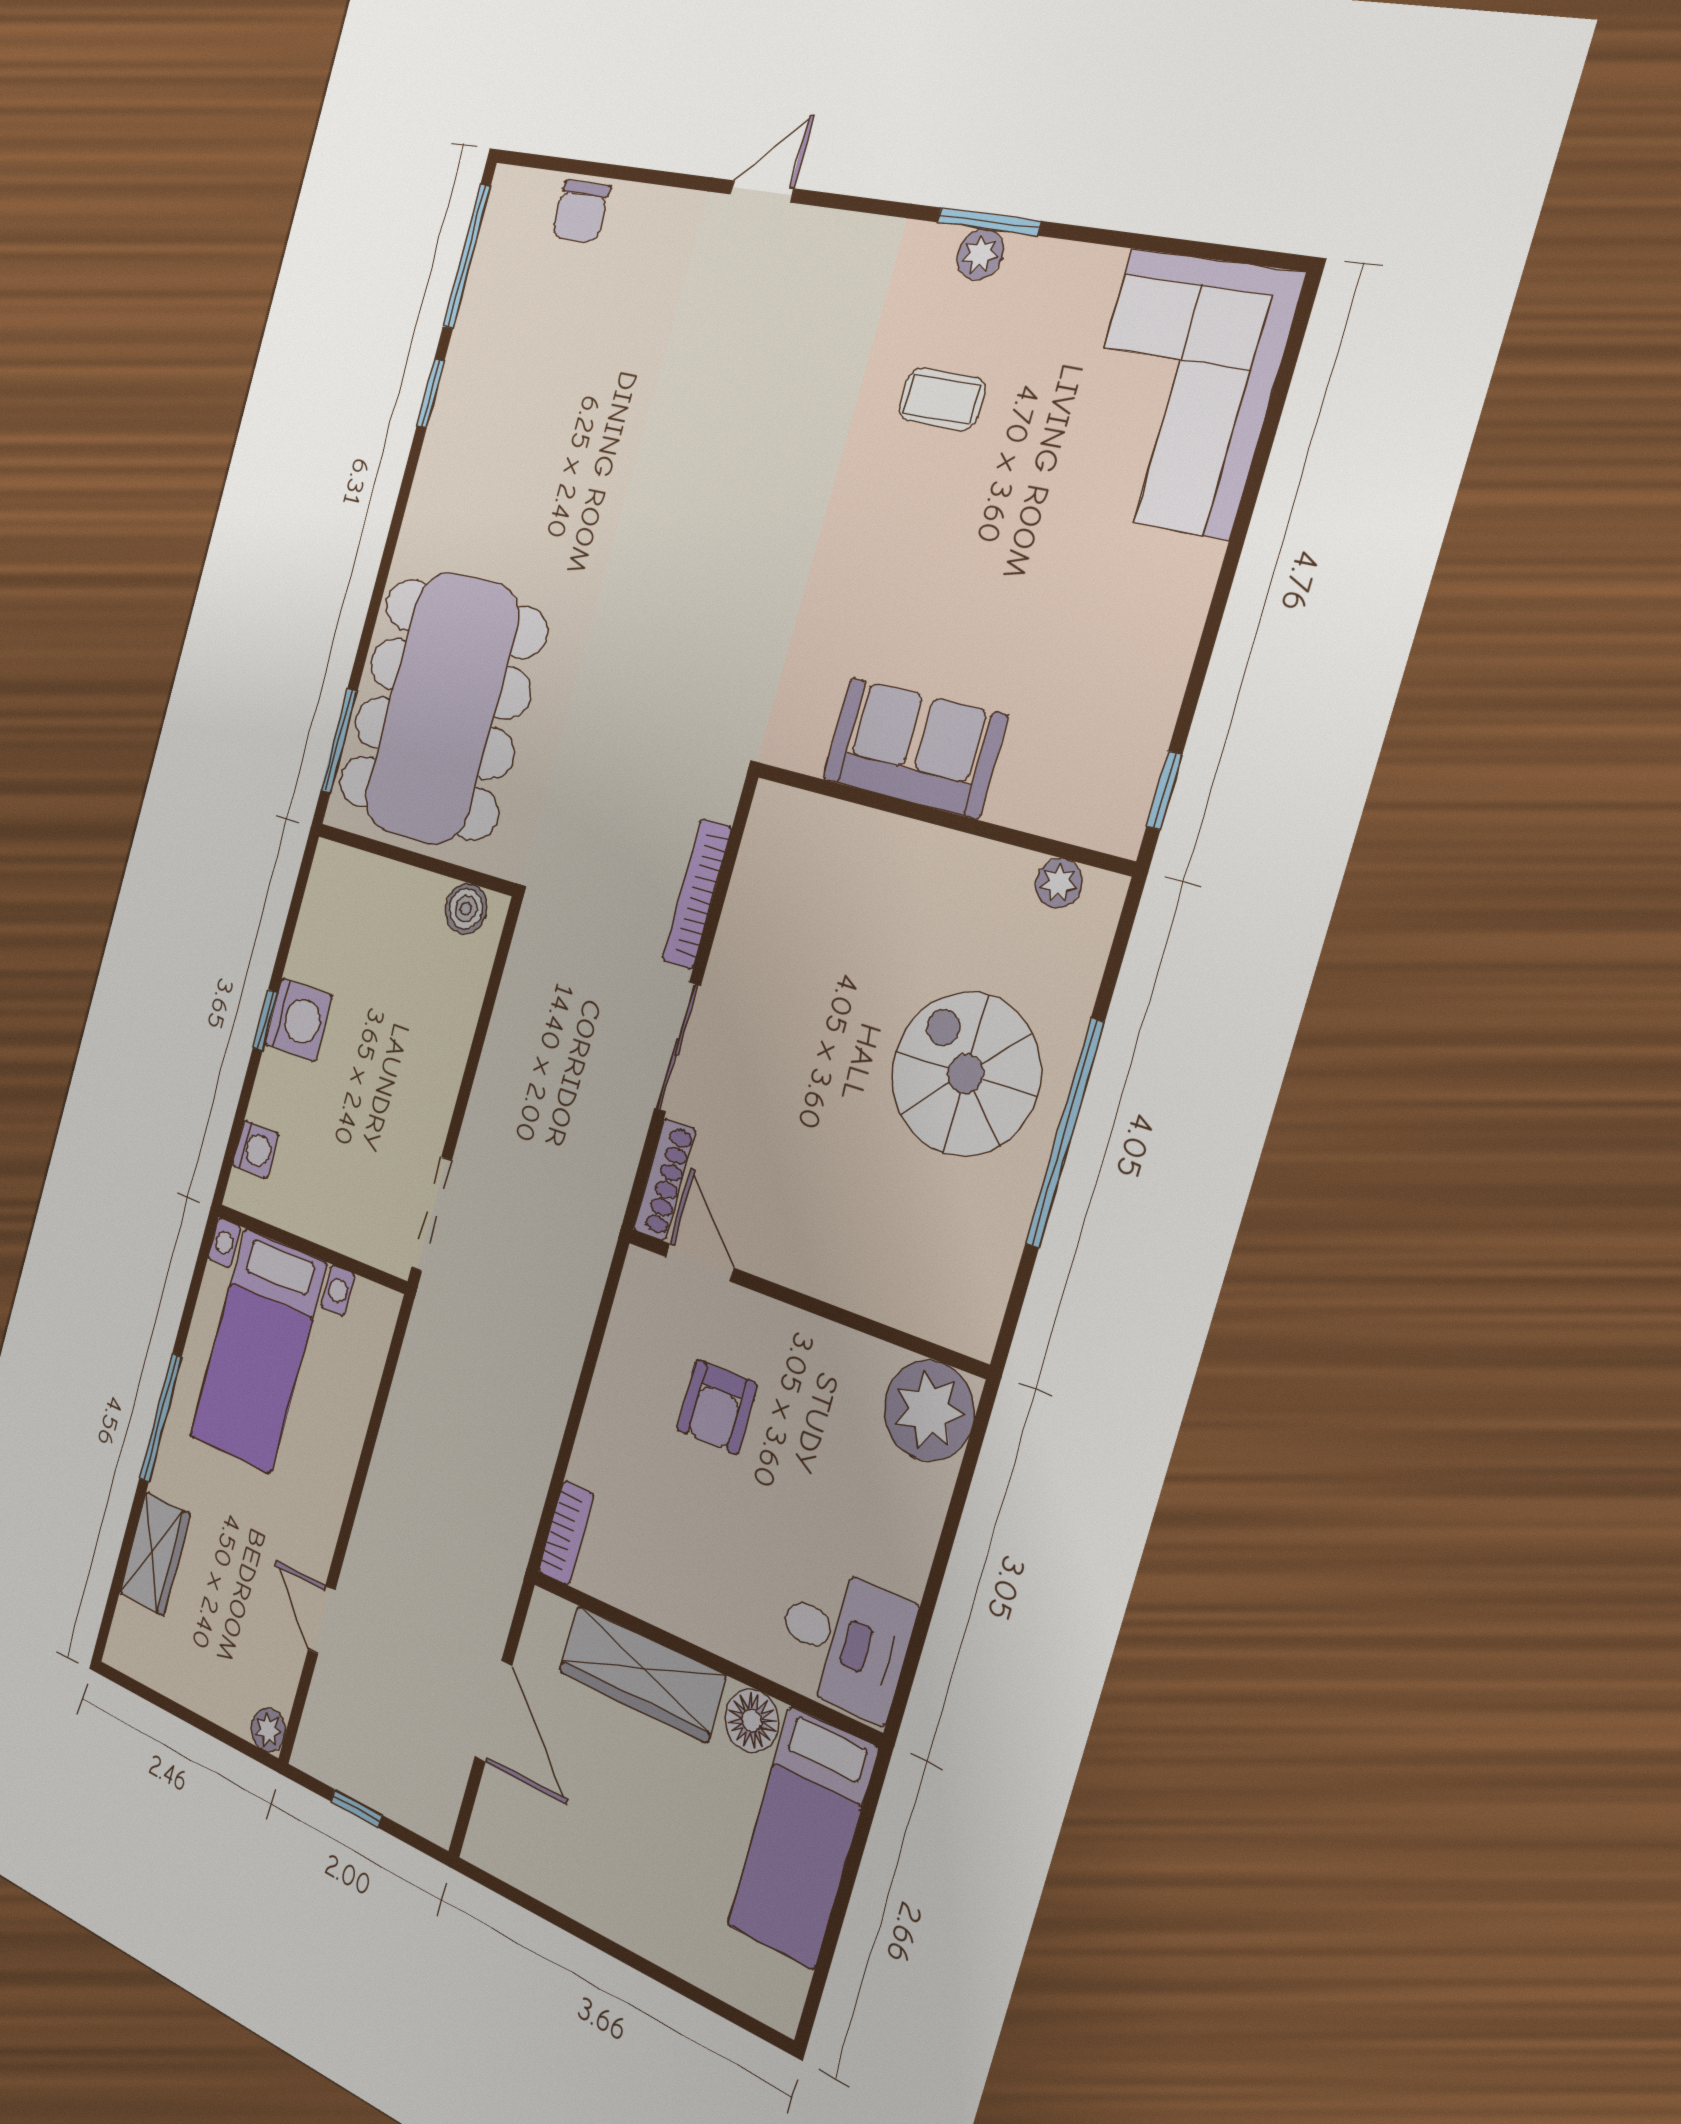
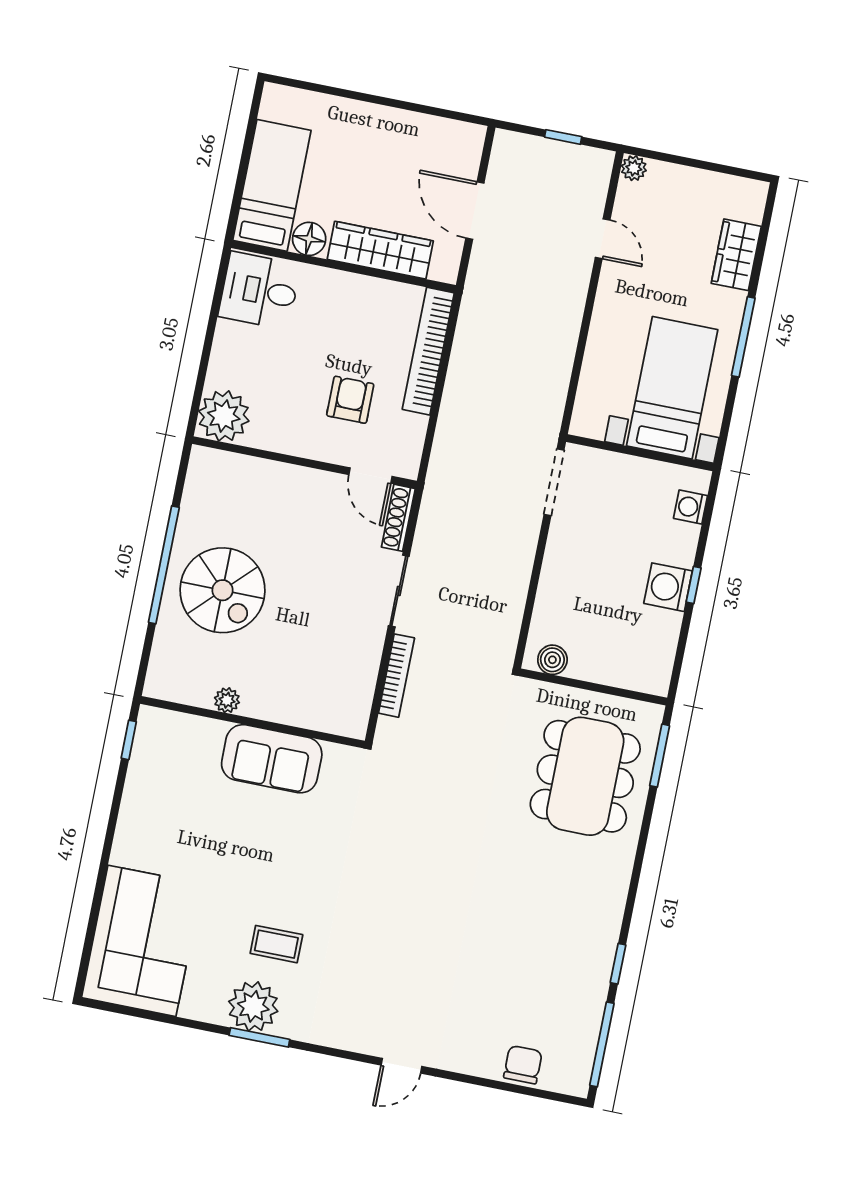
plant: (980, 254) -> (253, 1006), width x1.88, depth x1.88
dining table: (442, 708) -> (585, 776), width x0.73, depth x0.80
plant: (1059, 883) -> (227, 700), moved
bookcase: (566, 1533) -> (428, 351), width x2.31, depth x1.31

